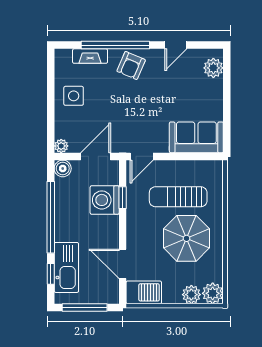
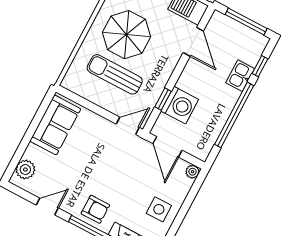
armchair: (131, 65) -> (95, 209), turned 67
sofa: (196, 137) -> (55, 125), moved, turned -90
door: (96, 156) -> (168, 147), hinge flipped
boiler: (63, 168) -> (201, 152), removed
sun lounger: (178, 197) -> (115, 74), turned 180
kitchen sink: (66, 267) -> (240, 76), width x0.53, depth x0.81

